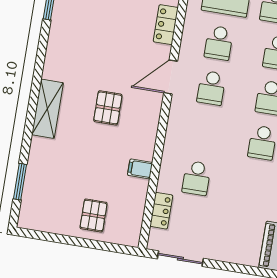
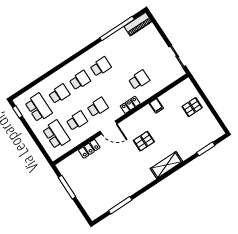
locker: (161, 211) -> (130, 105), moved

